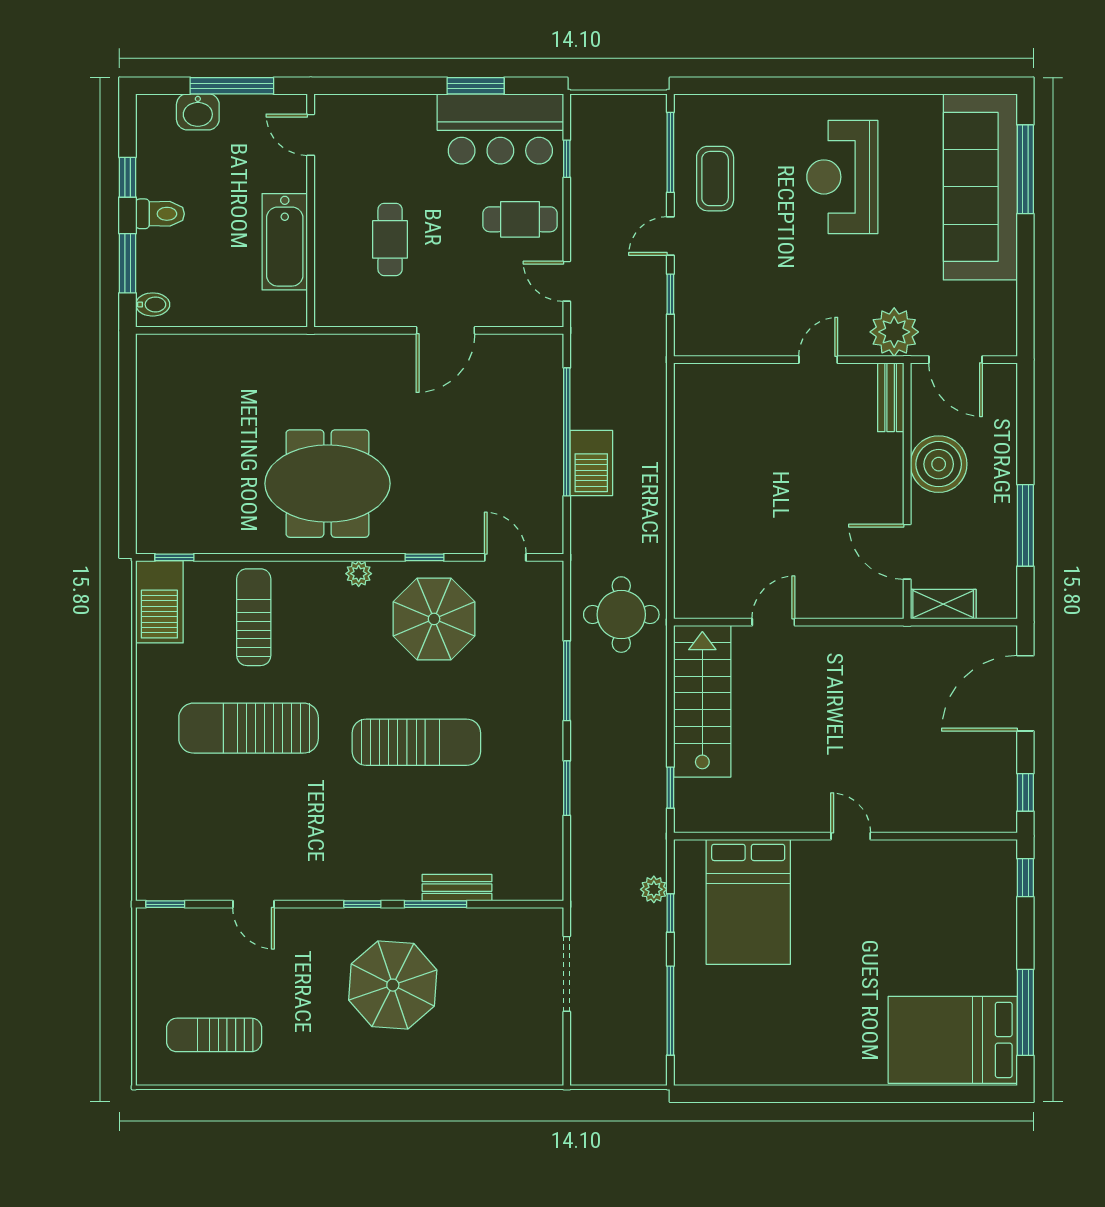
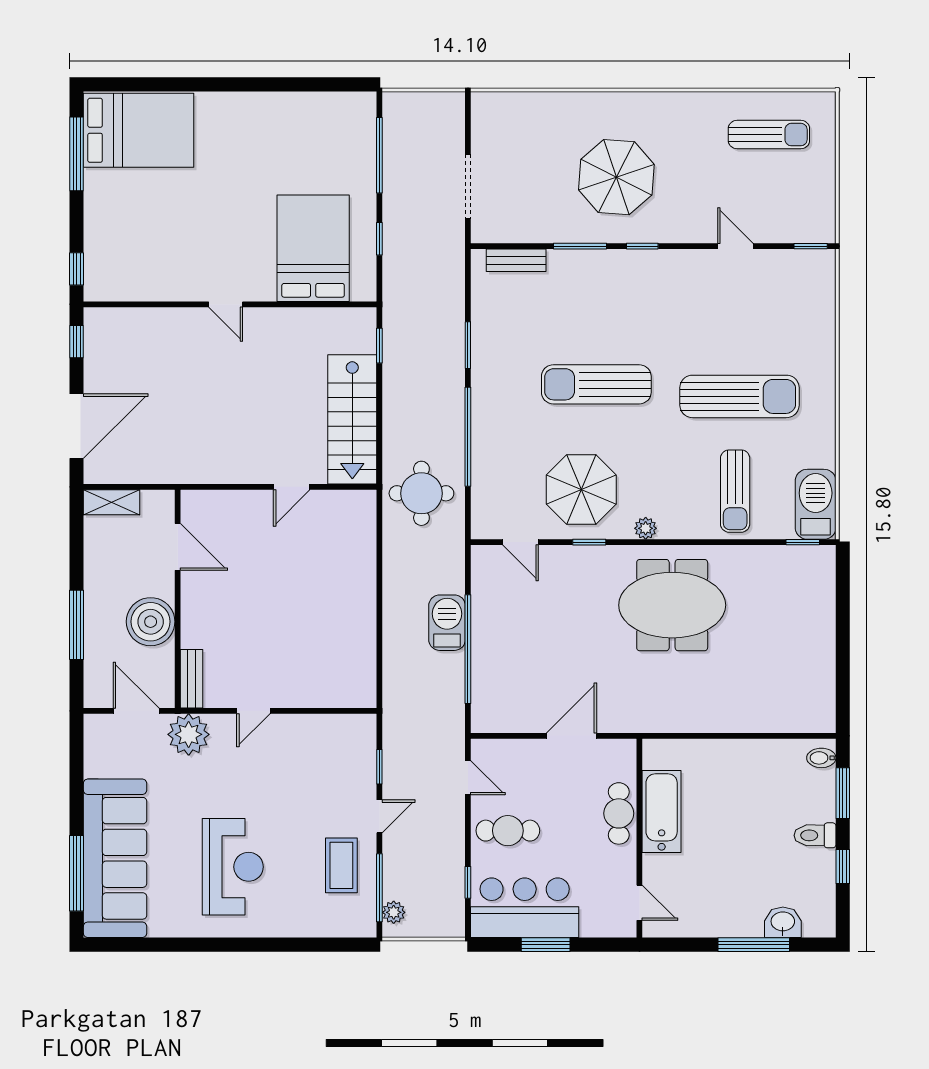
door: (311, 135) -> (639, 903), moved
wall: (311, 210) -> (639, 838), moved
bathtub: (285, 242) -> (662, 811), moved
window: (1025, 525) -> (77, 625), moved
shelving: (943, 604) -> (112, 502), moved
window: (567, 681) -> (468, 437), width x1.46
bench: (457, 888) -> (516, 260), moved
plant: (654, 889) -> (394, 912), moved

